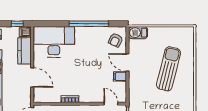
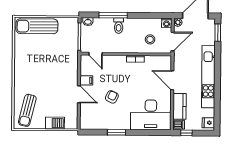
window: (89, 24) -> (117, 132), width x0.47
barbecue: (138, 33) -> (55, 123), moved
armchair: (116, 40) -> (112, 97), moved
sun lounger: (169, 69) -> (27, 110), moved, width x0.73, depth x0.75

